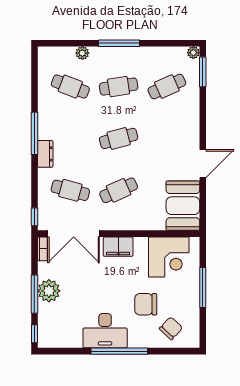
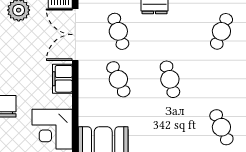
cafe table: (119, 87) -> (221, 79), removed
cafe table: (70, 190) -> (118, 31), turned -33

